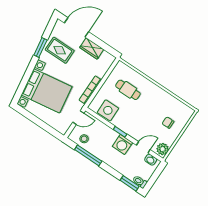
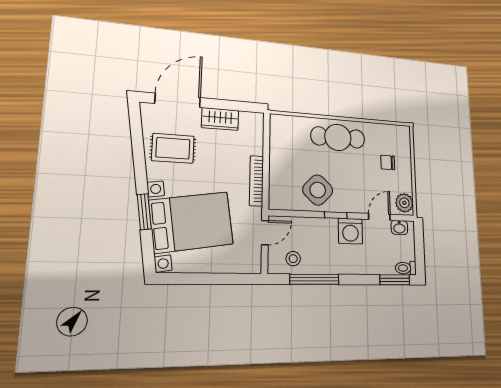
window: (40, 48) -> (144, 212), moved
cafe table: (128, 90) -> (338, 137), moved, width x1.37, depth x1.35
side table: (108, 110) -> (318, 190), moved, turned 45

